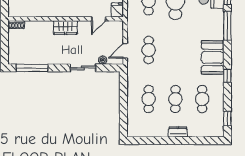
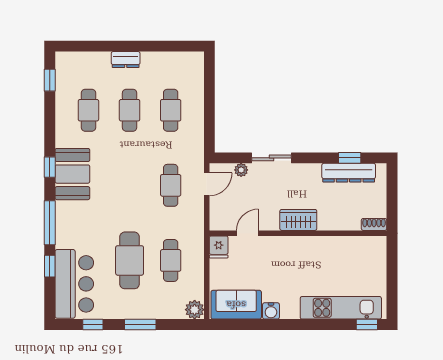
dresser: (33, 58) -> (349, 173), added
window: (32, 68) -> (350, 158), width x0.46
window: (227, 76) -> (50, 167), moved

